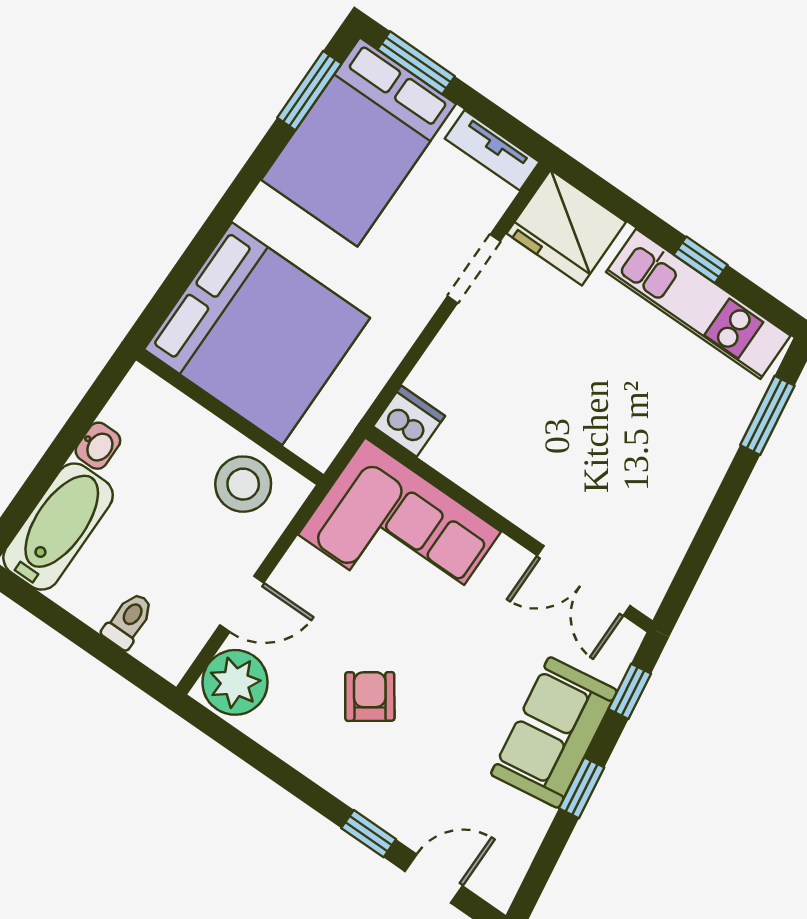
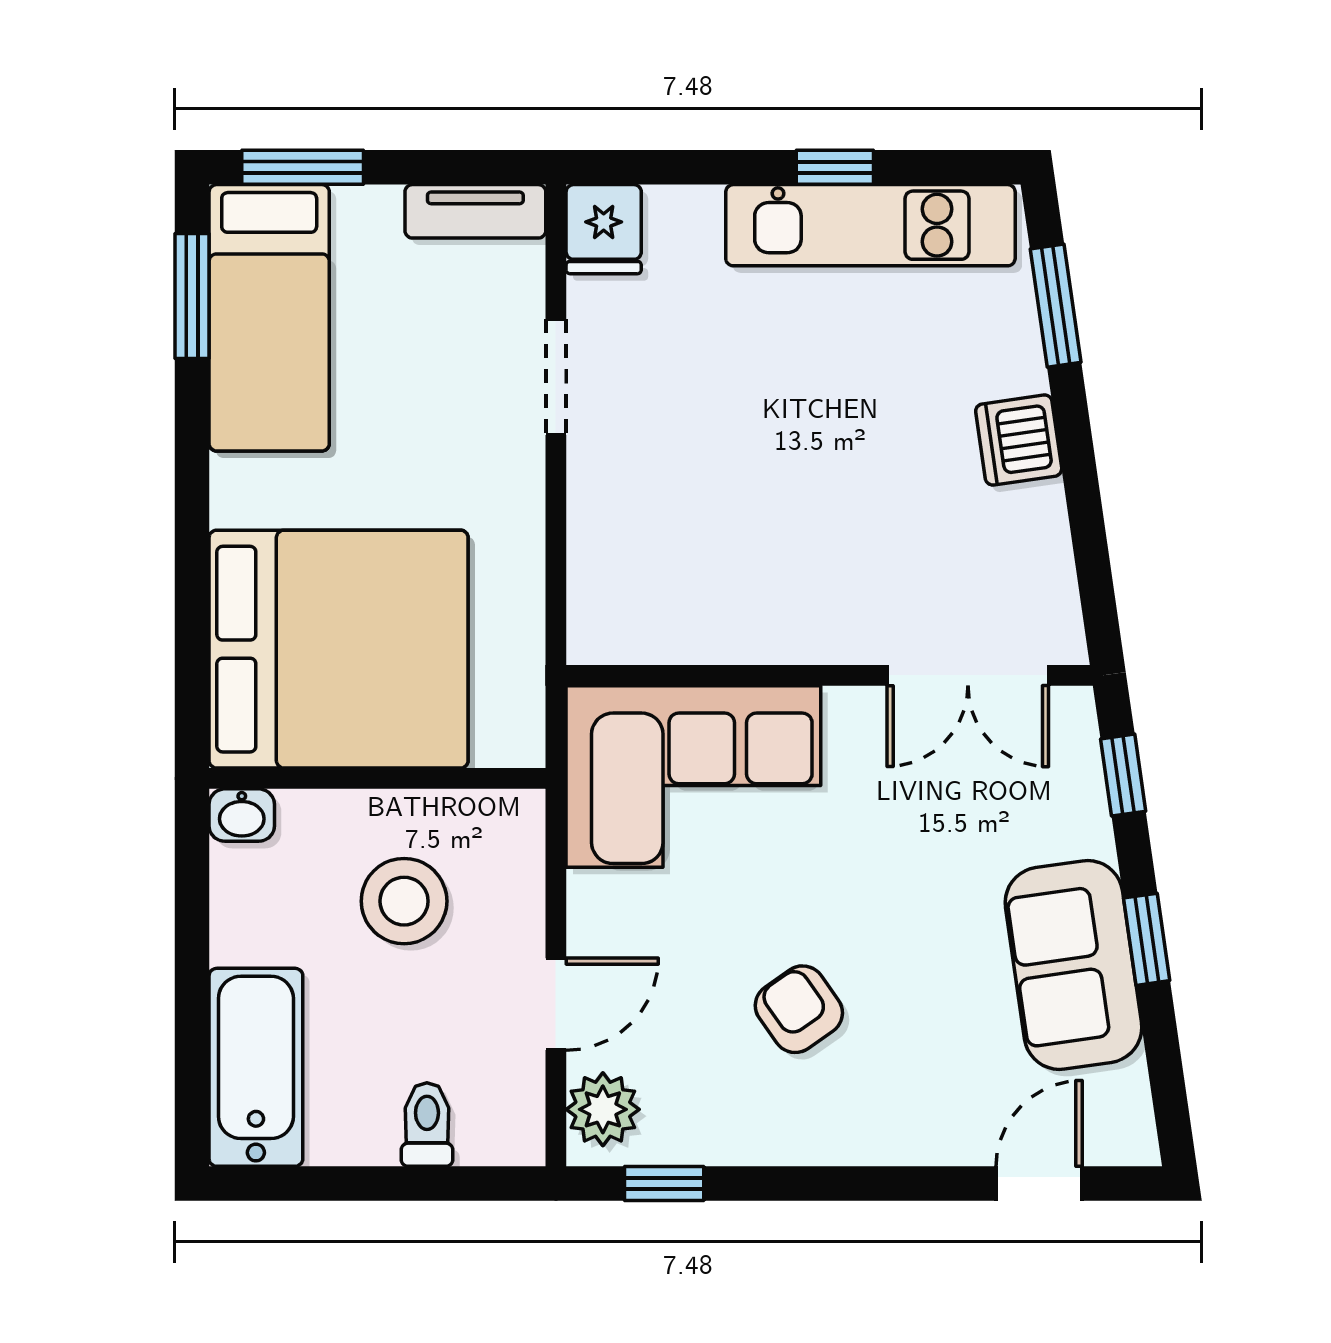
bed: (359, 142) -> (269, 318), width x0.67
fridge: (566, 228) -> (604, 229), width x0.53, depth x0.75
dishwasher: (409, 421) -> (1019, 440), moved, turned -98
washbasin: (98, 446) -> (242, 815), moved, turned 90
stool: (243, 484) -> (404, 901), moved
plant: (235, 682) -> (603, 1109), width x0.73, depth x0.73
sofa: (554, 732) -> (1074, 965), moved
window: (369, 834) -> (664, 1184), moved

